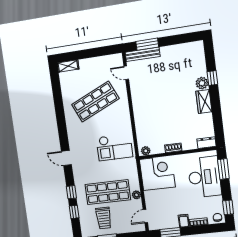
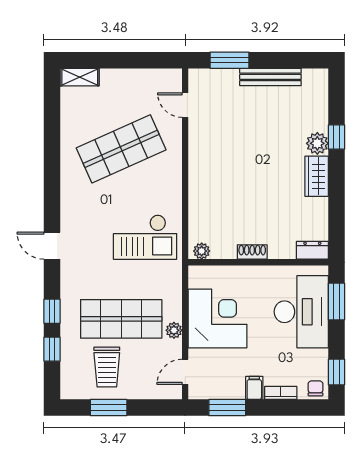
bench: (143, 54) -> (270, 77), moved
corner desk: (157, 173) -> (218, 318), moved

